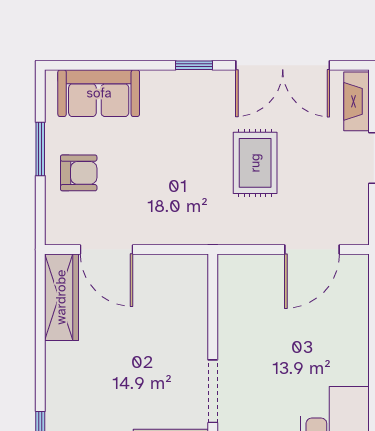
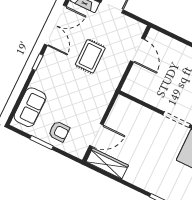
rug: (255, 163) -> (90, 56), turned 90
armchair: (79, 173) -> (59, 131), turned 90

